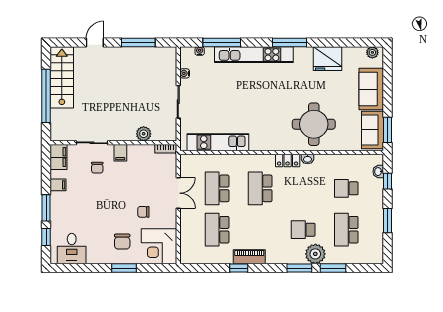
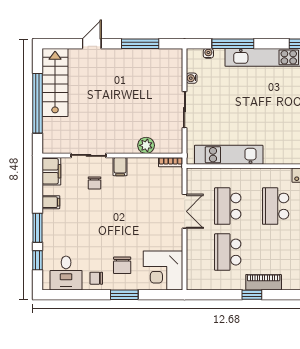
chair: (143, 212) -> (96, 278), moved

